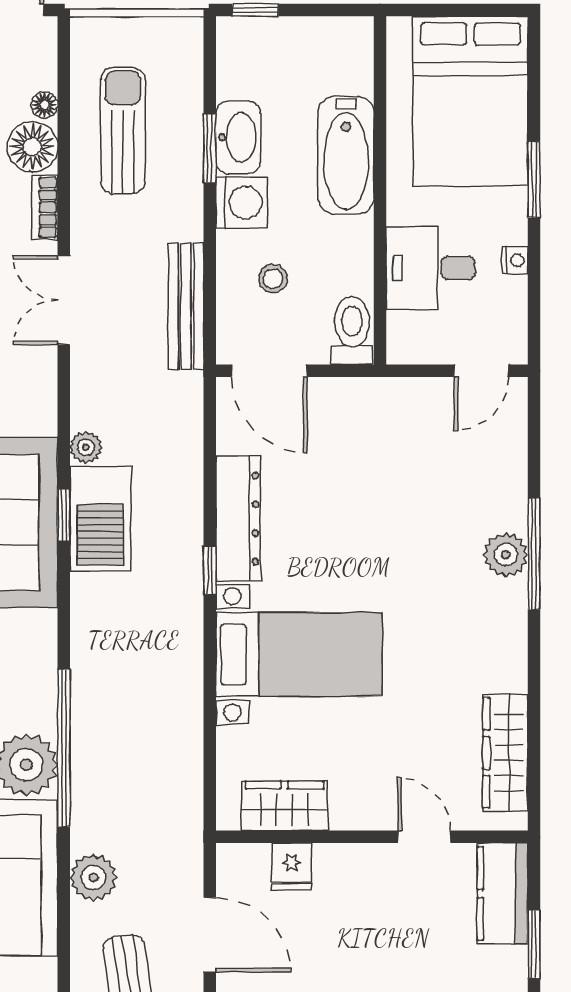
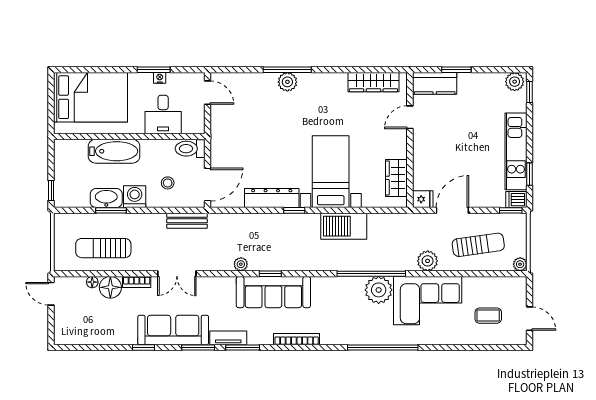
window: (534, 180) -> (154, 70), moved
bench: (186, 306) -> (187, 221), width x0.73
barbecue: (100, 519) -> (344, 226), moved, turned 180
fridge: (292, 866) -> (423, 199), moved

